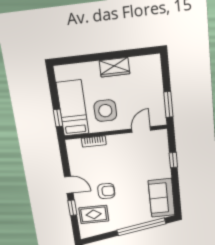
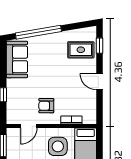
window: (58, 118) -> (100, 145), removed
armchair: (106, 191) -> (46, 106), moved
window: (72, 208) -> (100, 46), moved

